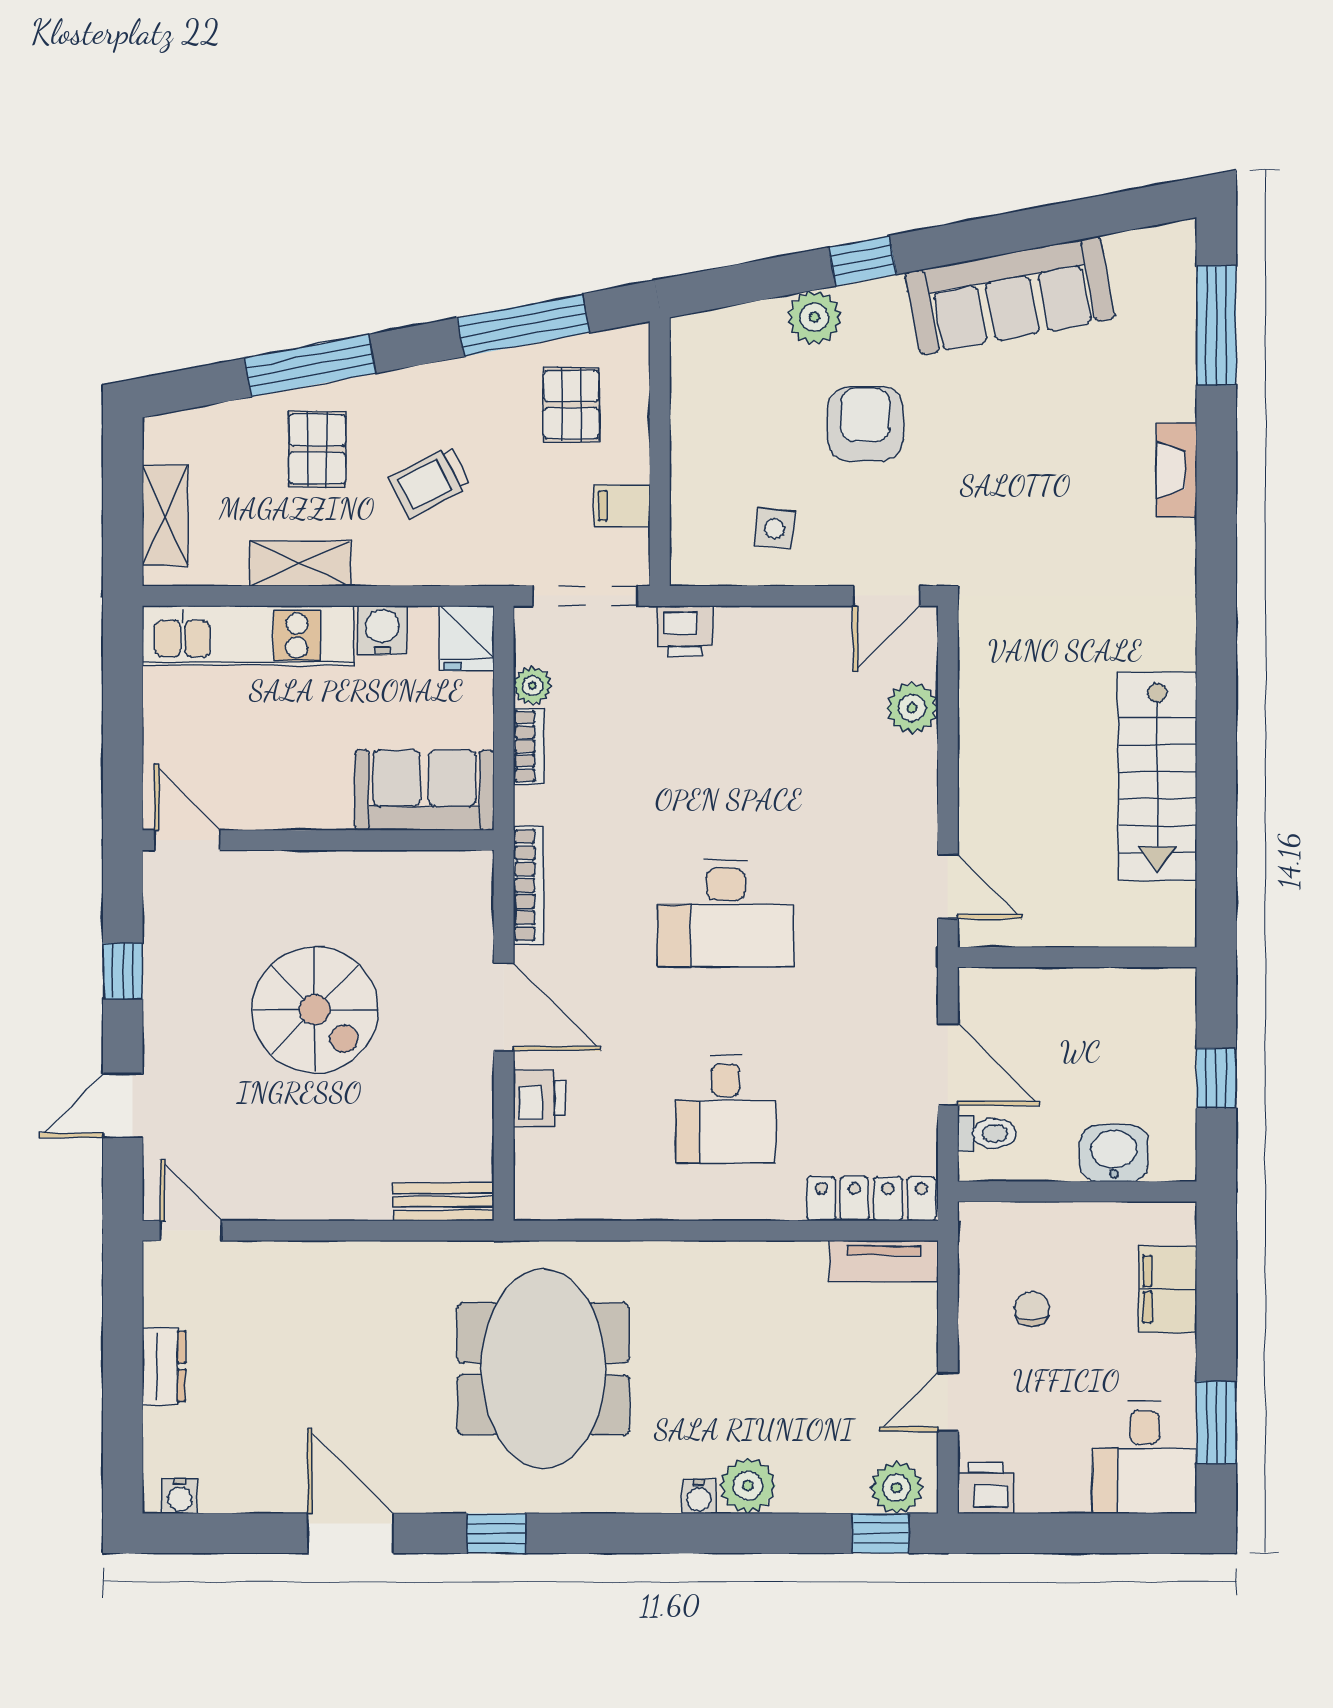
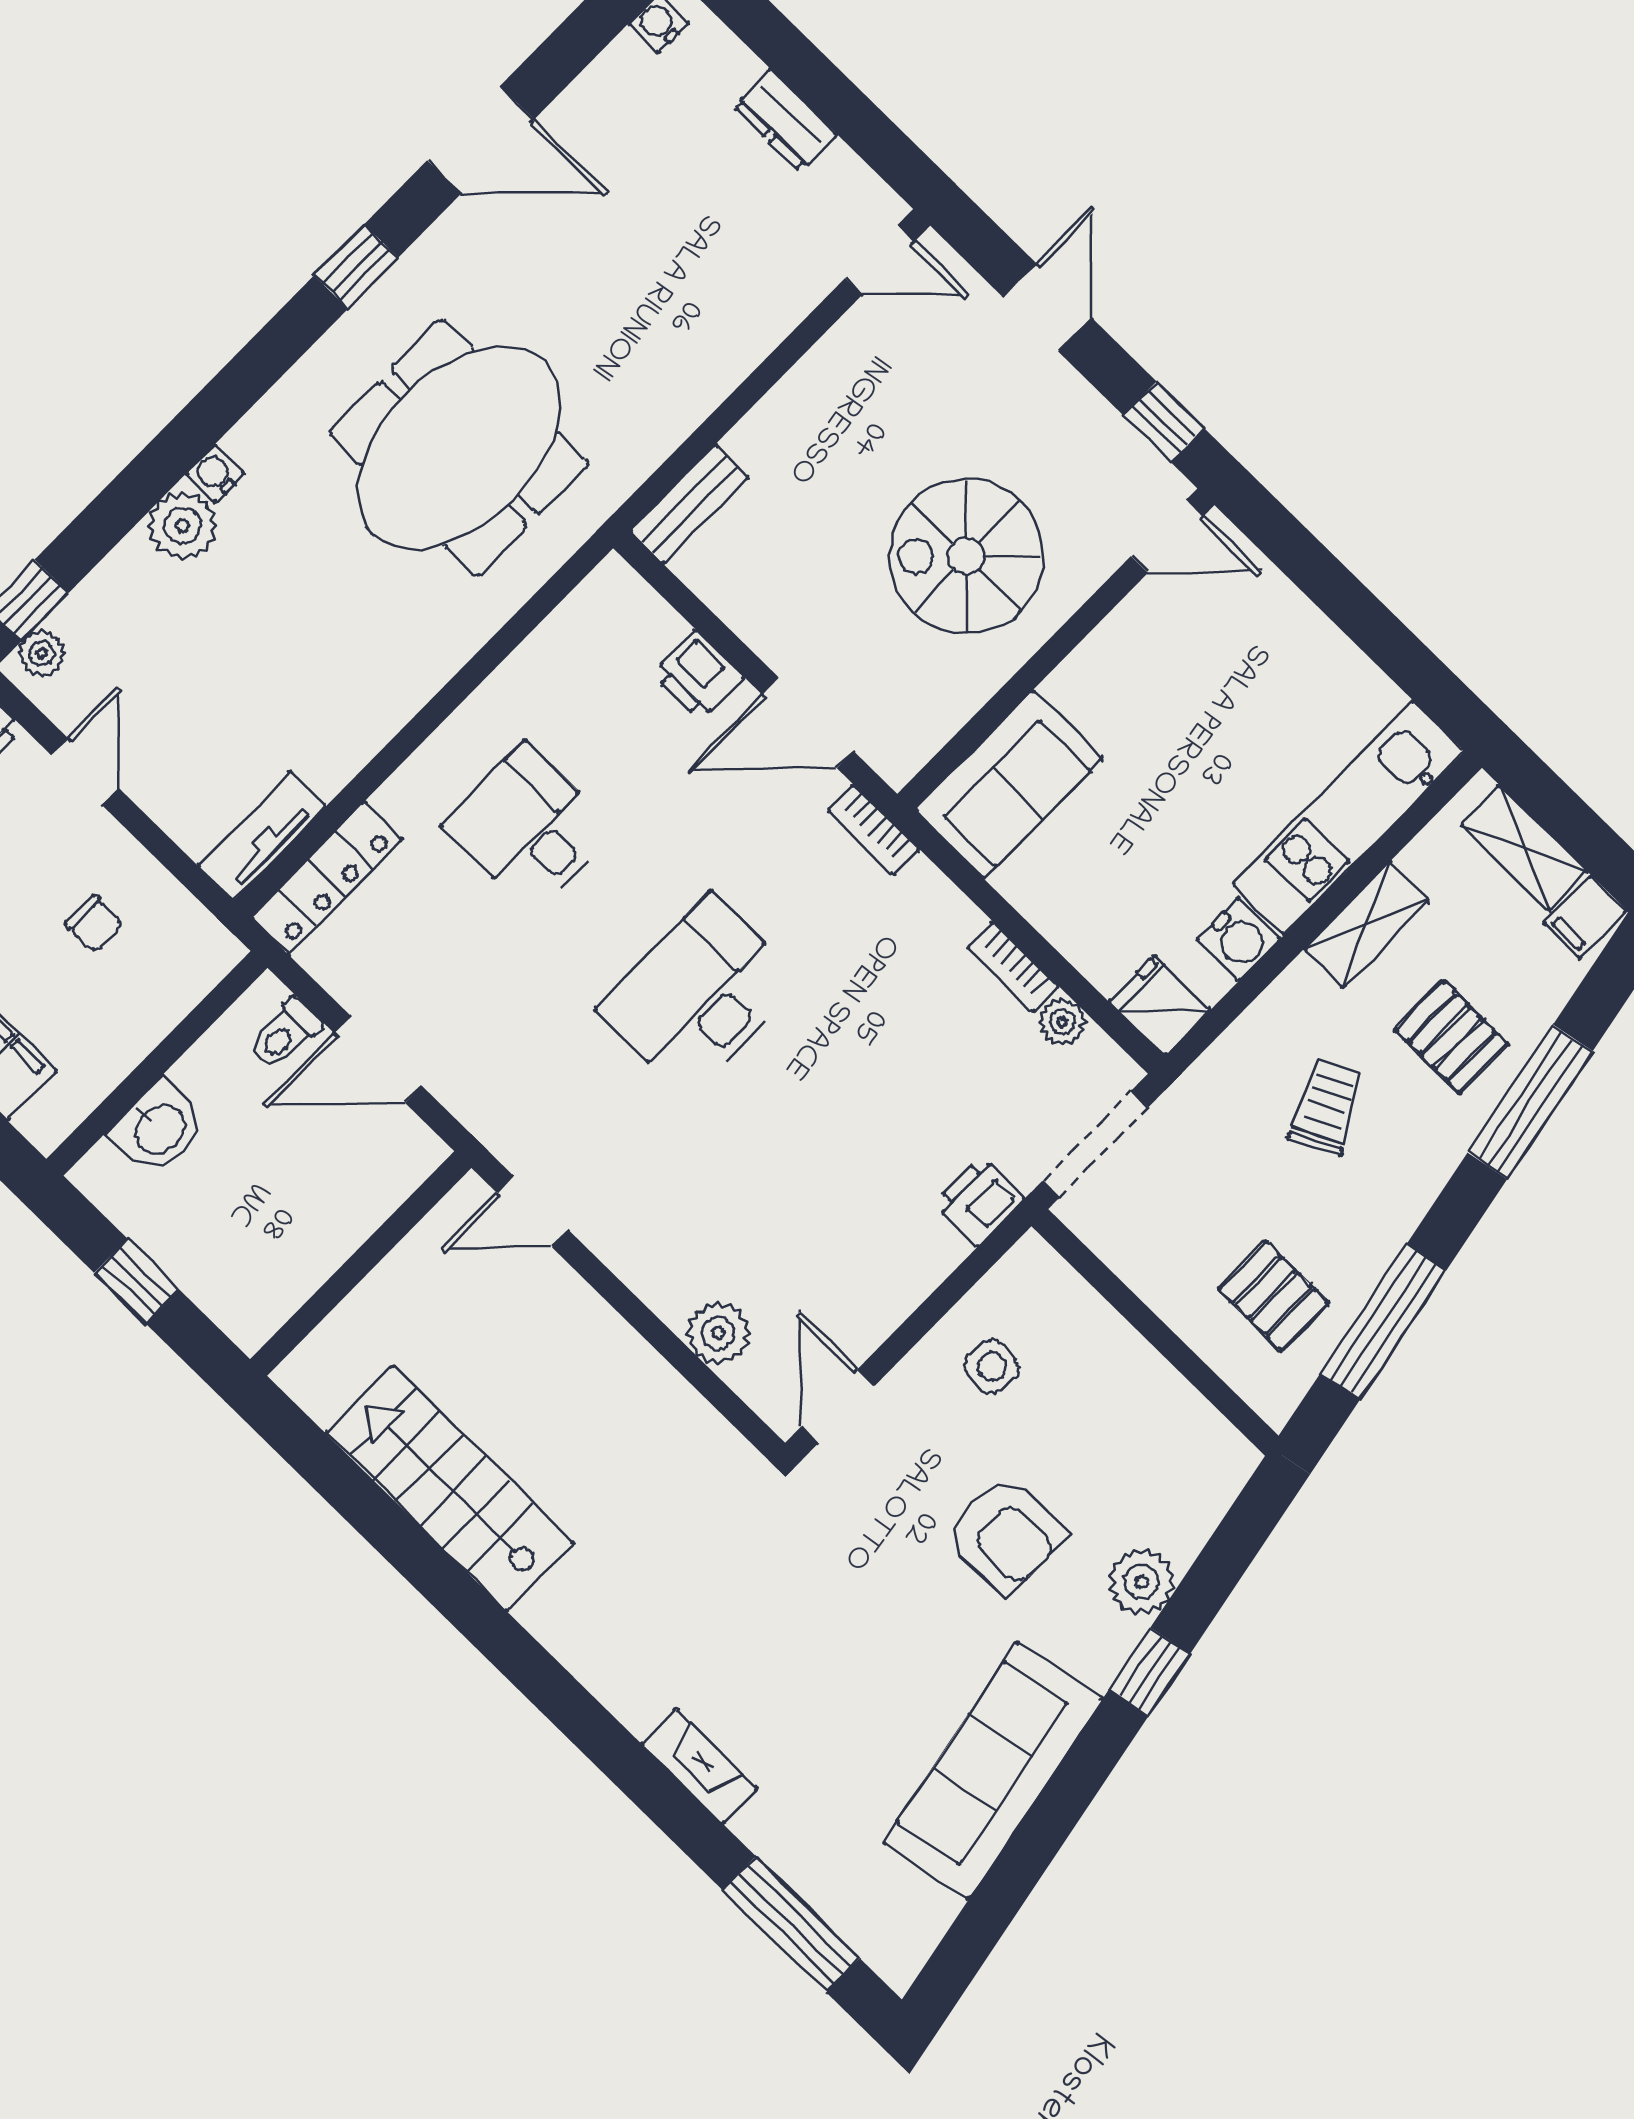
filing cabinet: (622, 506) -> (1585, 917), moved, turned 180
sofa: (424, 790) -> (1008, 785), moved
door: (187, 840) -> (1168, 536), moved
wall: (318, 840) -> (1056, 649), moved
bookcase: (528, 885) -> (873, 830), width x0.64
meeting table: (543, 1369) -> (459, 448), turned 90
plant: (896, 1488) -> (42, 653), width x0.73, depth x0.73

